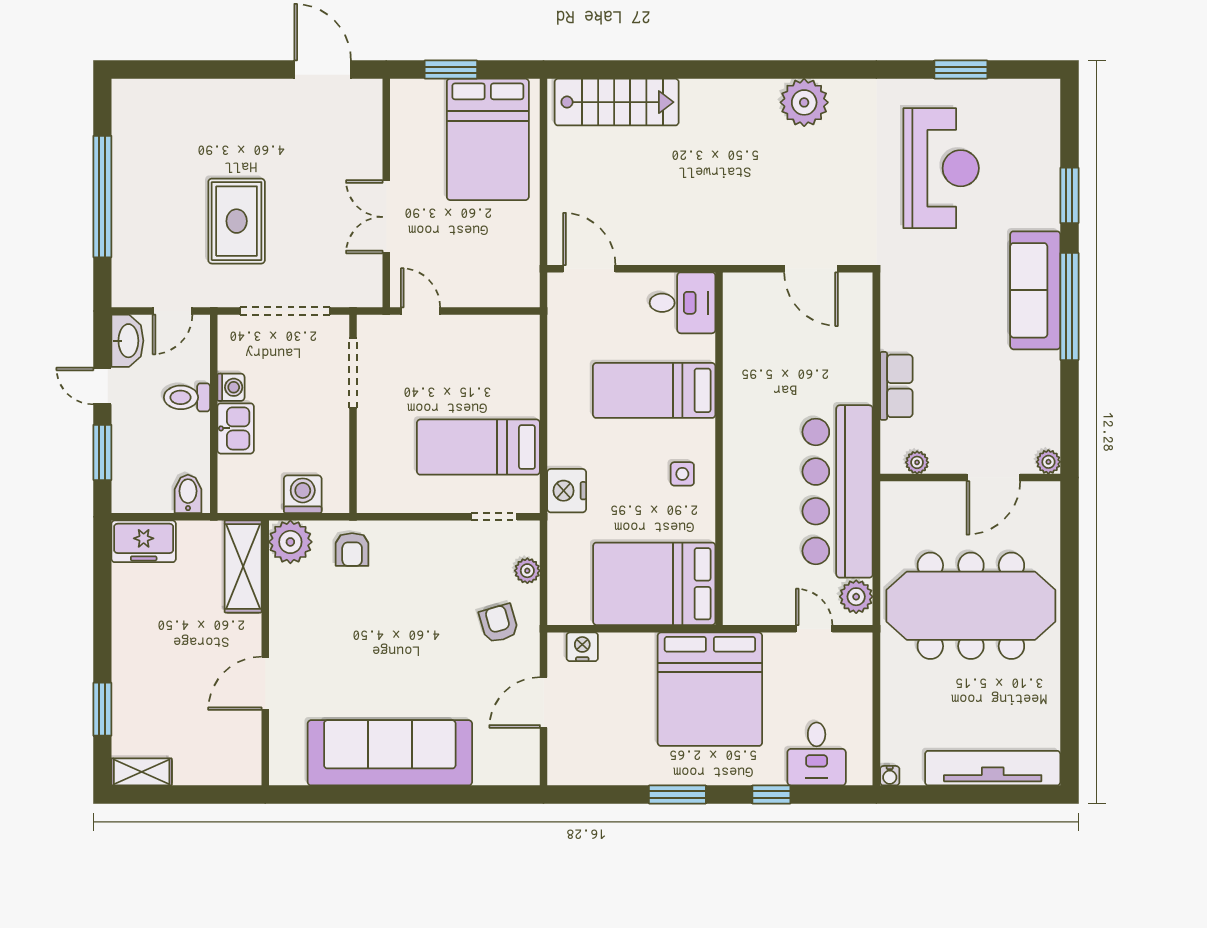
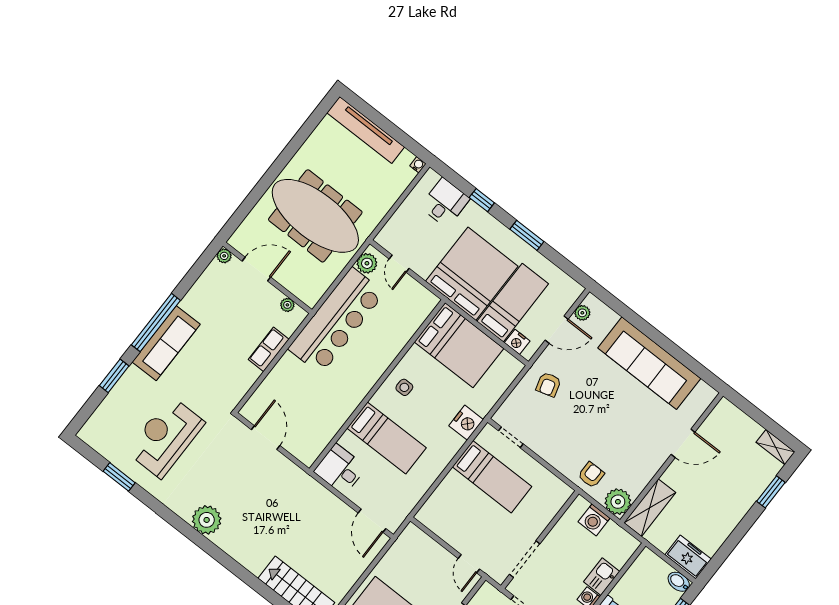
bidet: (188, 494) -> (679, 582), moved, turned 90
plant: (527, 571) -> (582, 313), moved
bed: (628, 693) -> (513, 303), added

